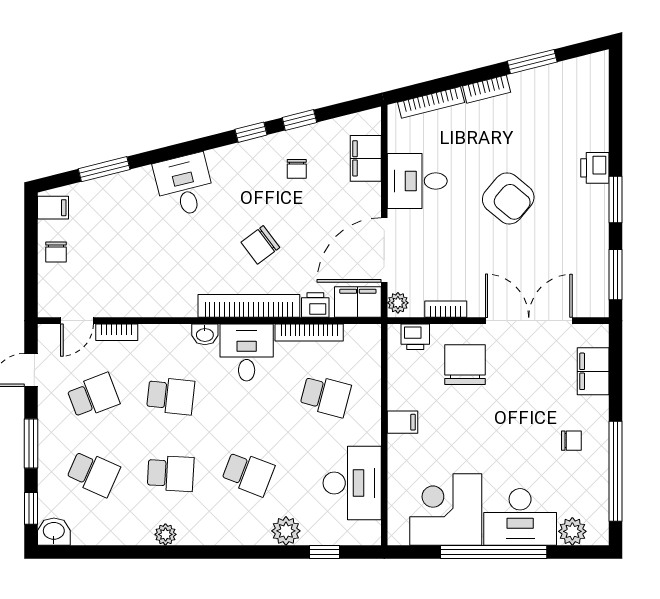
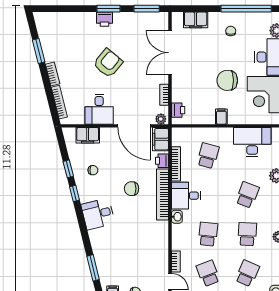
printer: (595, 168) -> (105, 19), moved
desk: (184, 185) -> (98, 214), moved
chair: (260, 245) -> (132, 189), turned 127
chair: (465, 365) -> (227, 80), moved

